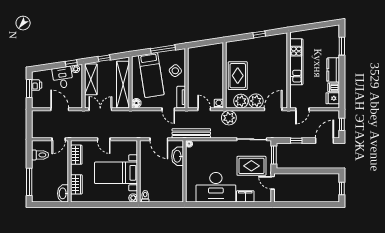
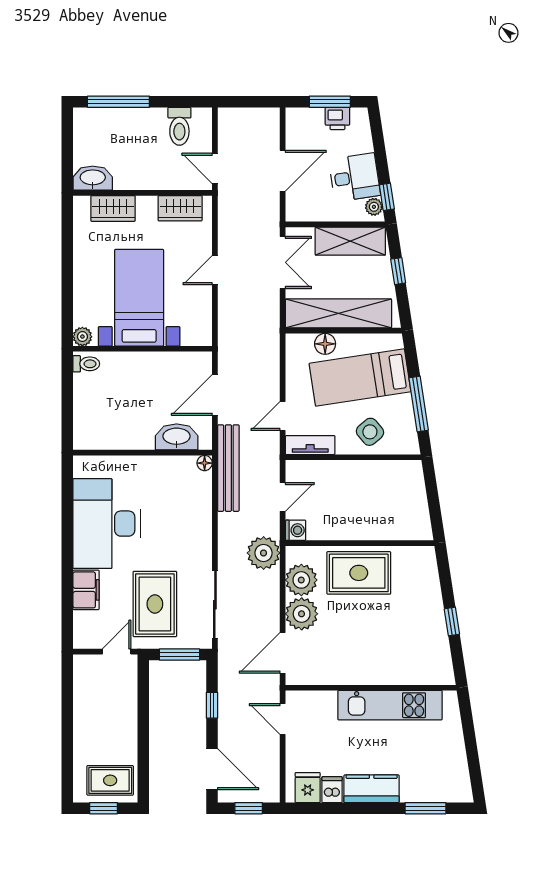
floor lamp: (136, 103) -> (325, 344), moved
door: (273, 109) -> (283, 653), swing flipped
rug: (330, 186) -> (110, 780), added

